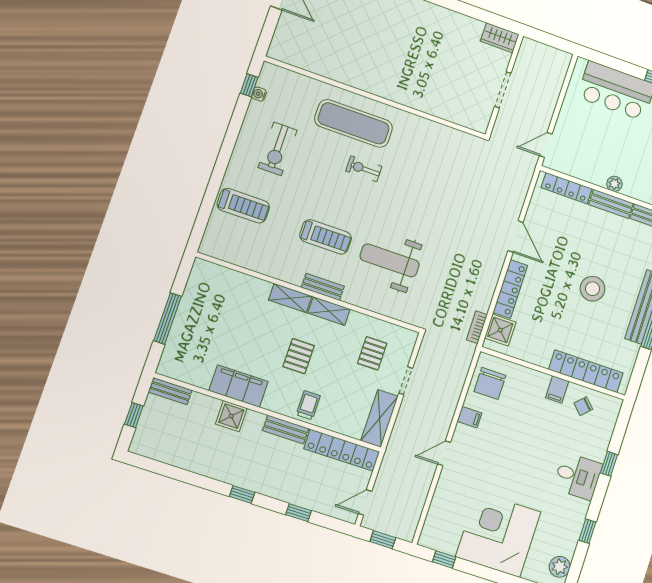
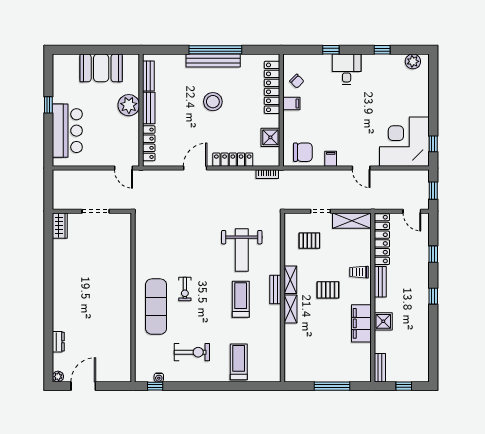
plant: (614, 184) -> (129, 105), width x1.88, depth x1.88
shower: (500, 330) -> (270, 137), moved
corner desk: (498, 534) -> (404, 142), moved, turned 90

